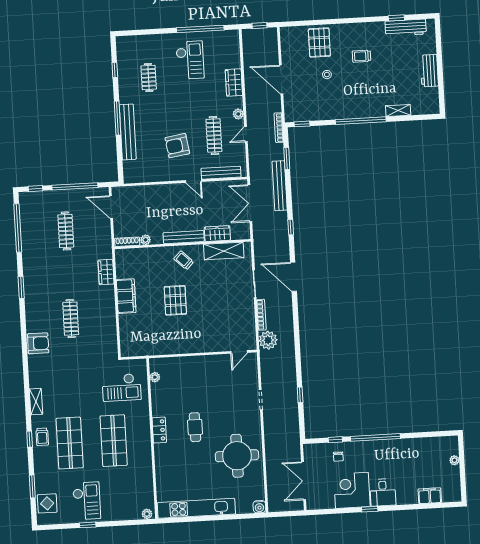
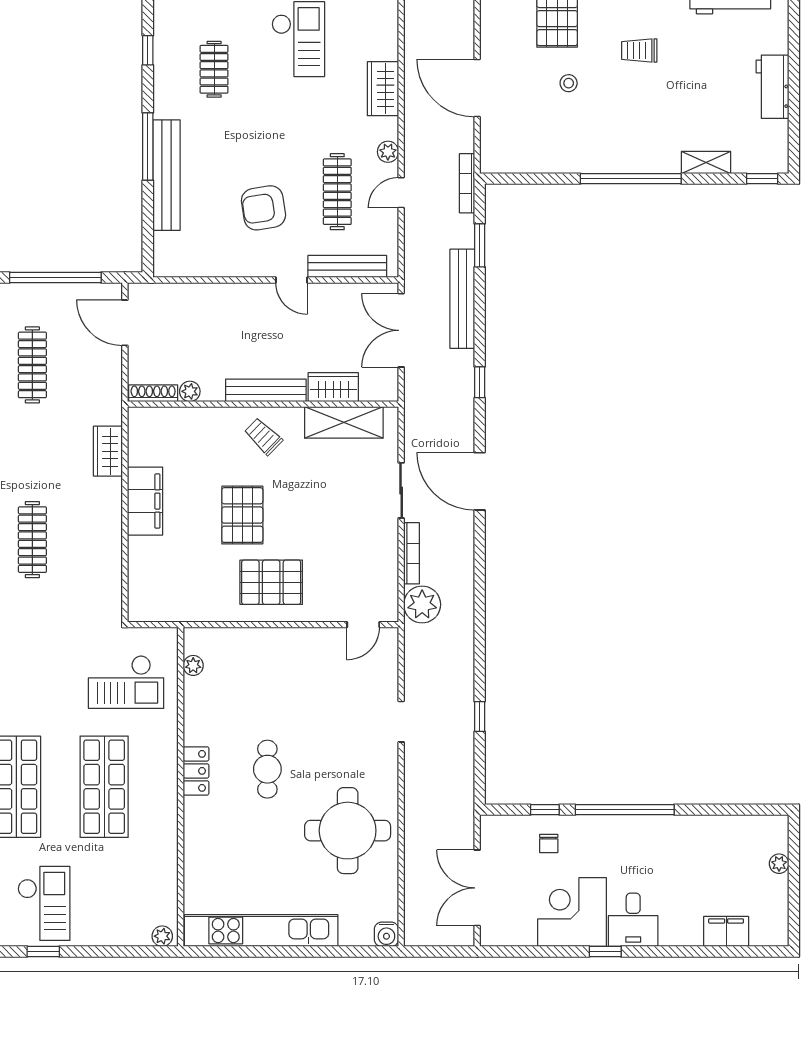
window: (302, 124) -> (762, 179), moved
pallet: (192, 333) -> (271, 582), added

